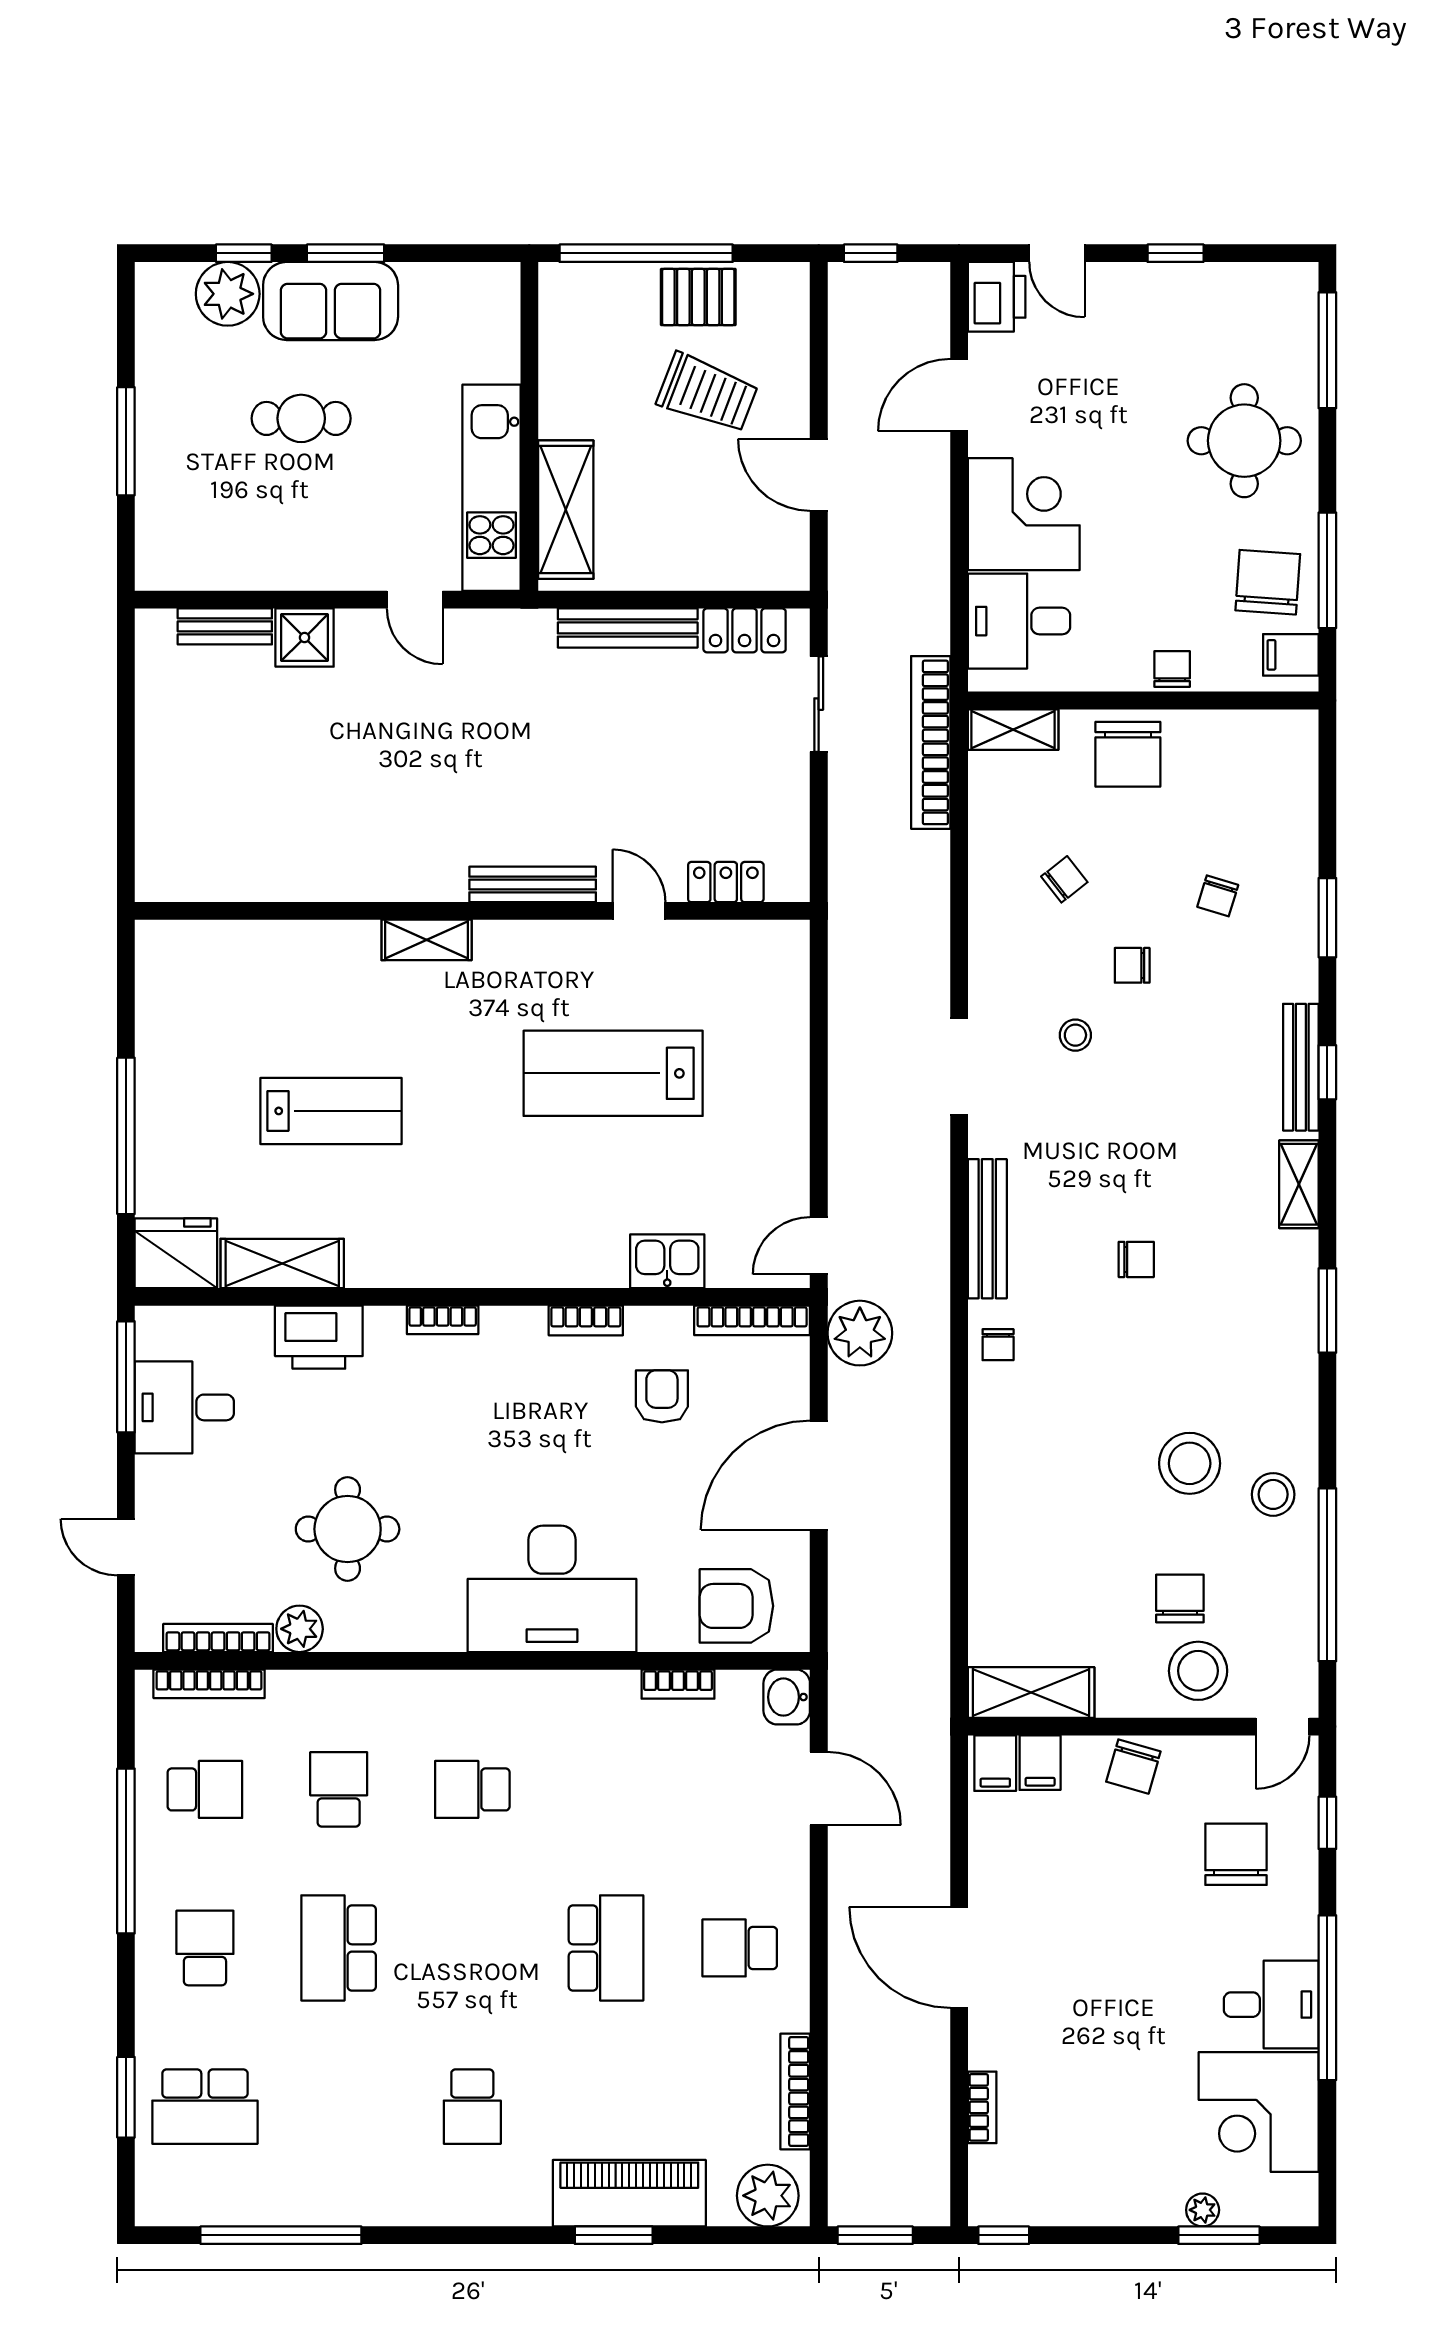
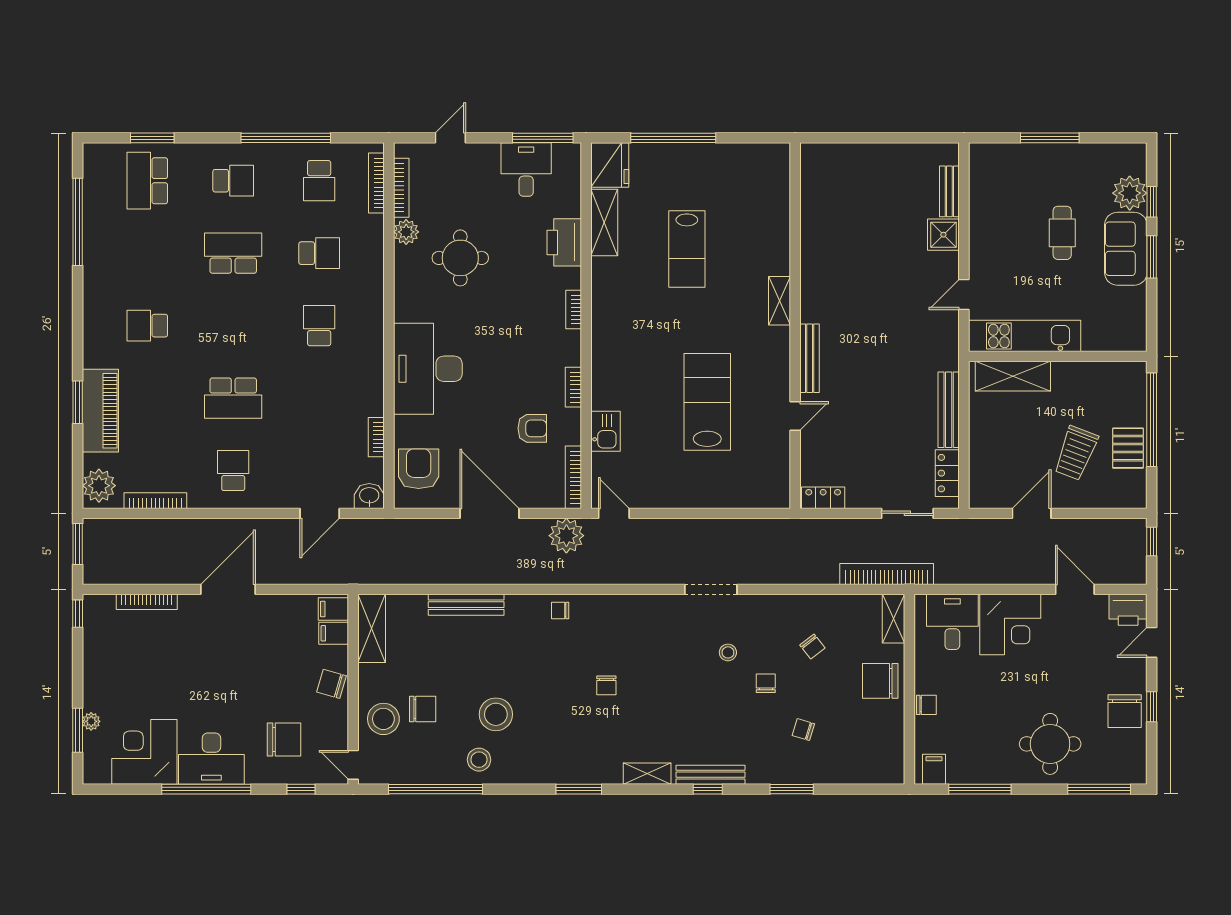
chair: (1268, 582) -> (1125, 711), moved, turned 86
locker: (726, 882) -> (823, 498), moved, turned -90
bench: (987, 1229) -> (466, 605), moved
desk: (1271, 2005) -> (211, 759), width x1.37
bookcase: (982, 2107) -> (147, 602), width x1.56

